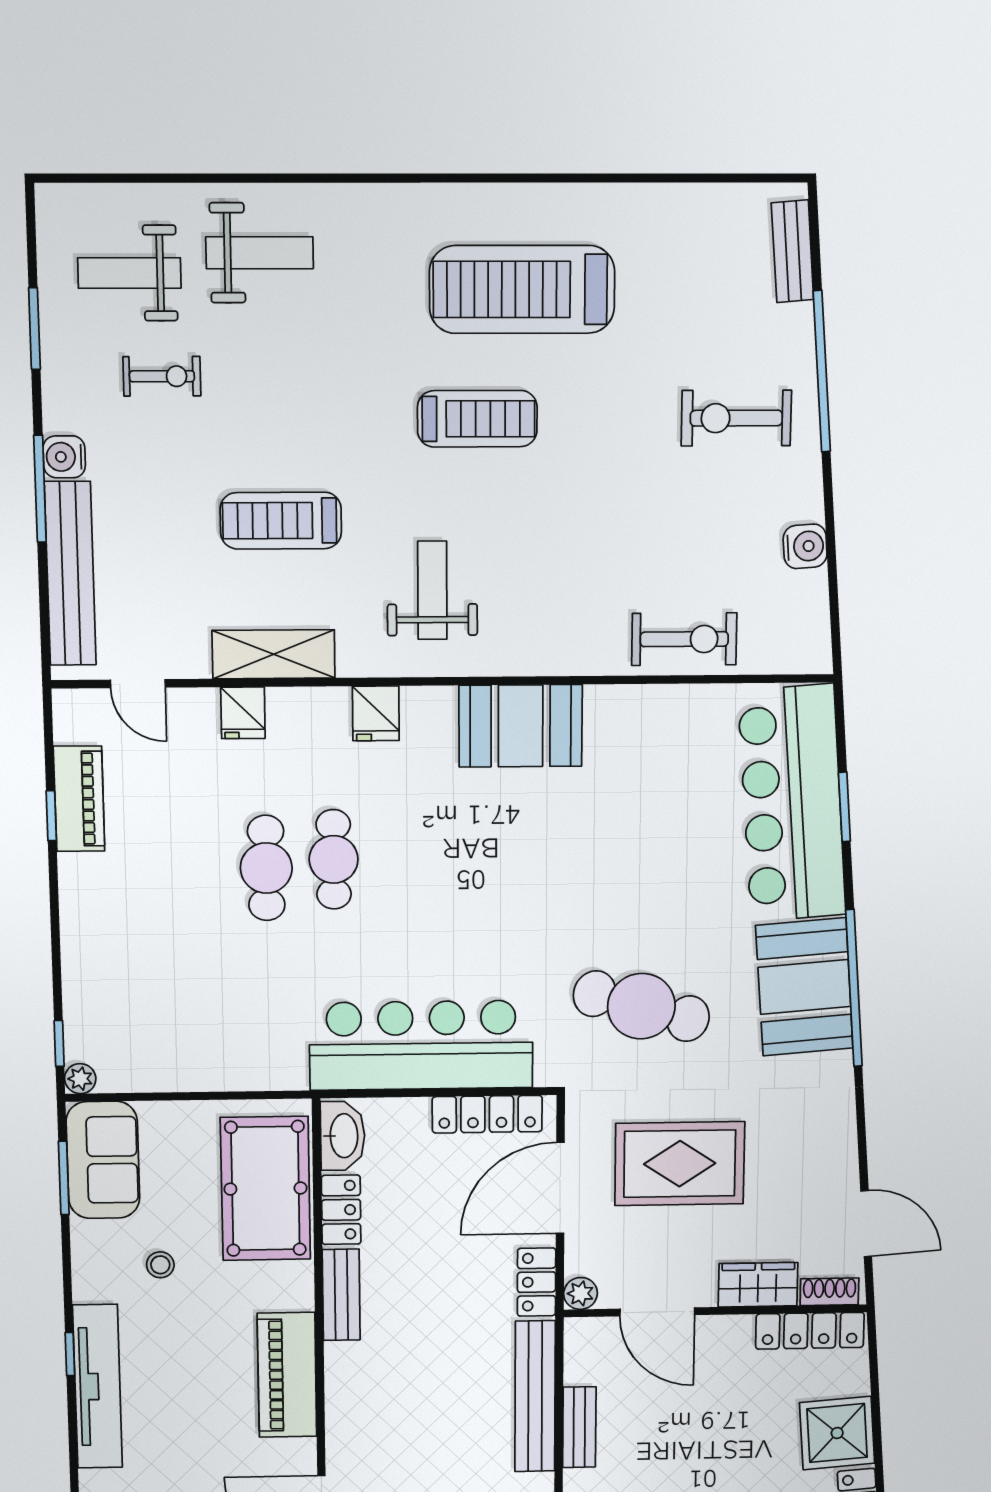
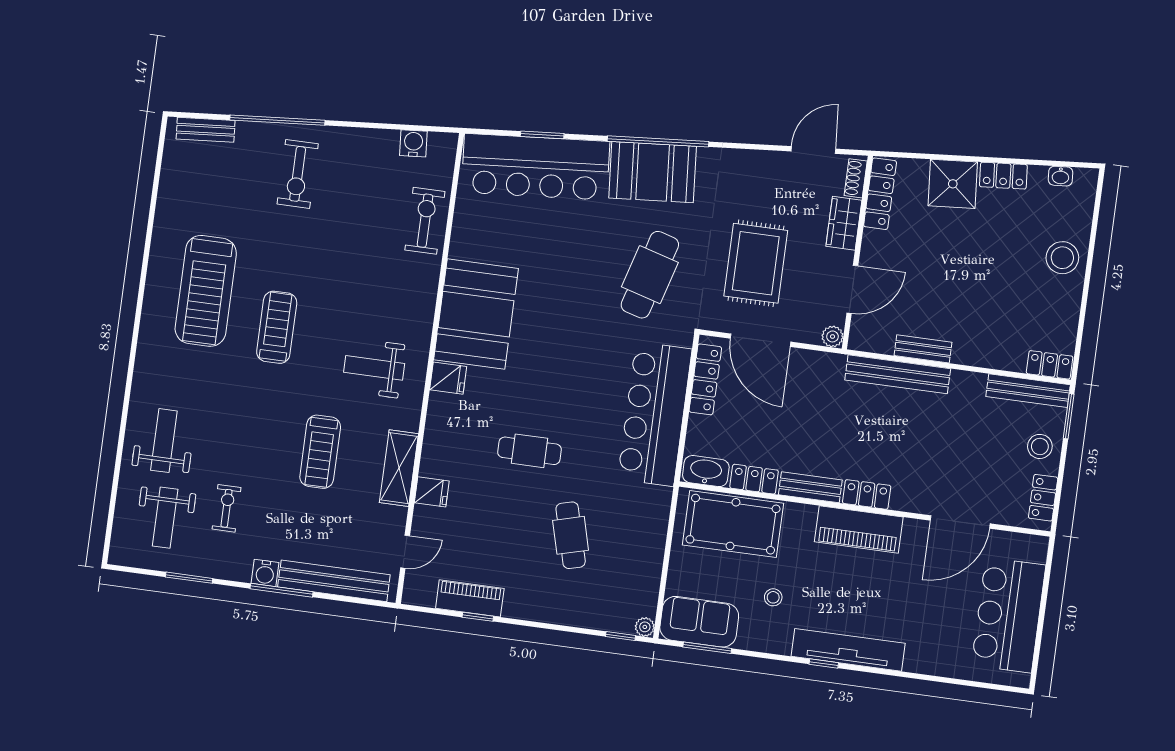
water cooler: (805, 546) -> (413, 143), moved
fridge: (376, 713) -> (448, 378), moved
booth: (521, 726) -> (476, 314), width x1.36, depth x1.42
cafe table: (266, 868) -> (571, 535), moved, turned 75
locker: (537, 1282) -> (867, 494), moved, turned 180

